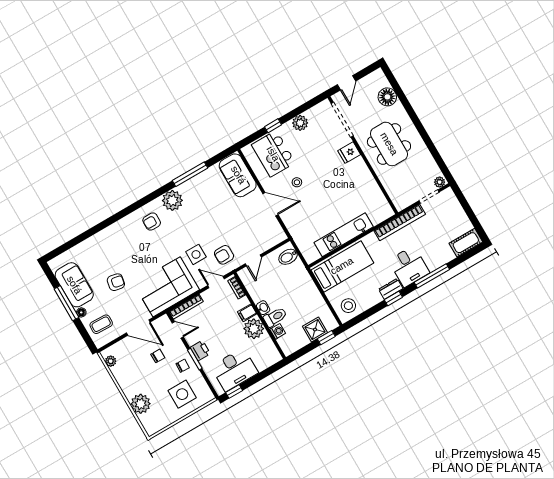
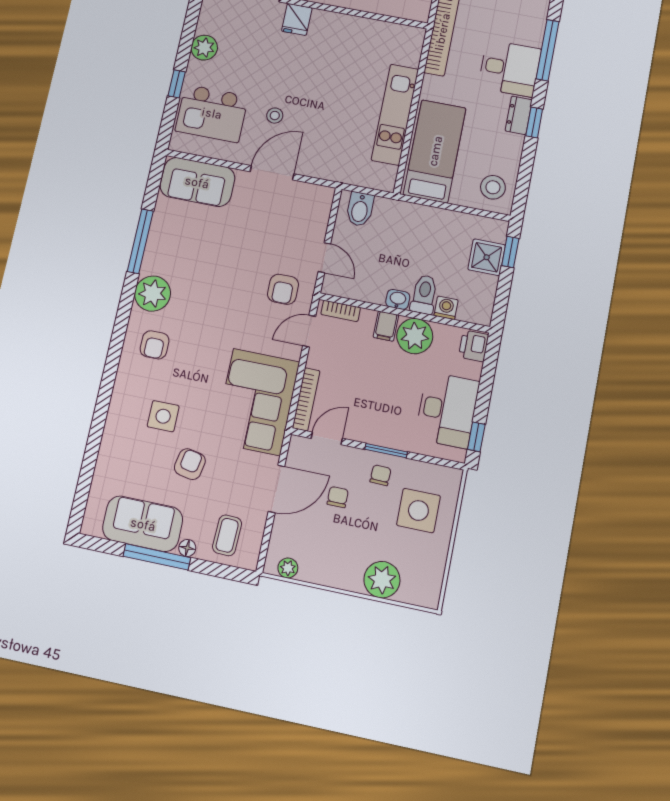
side table: (196, 254) -> (163, 416), moved
printer: (200, 351) -> (474, 346), moved, turned -90

